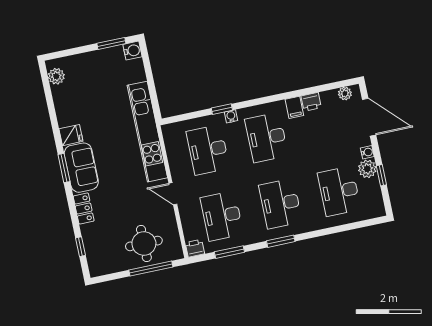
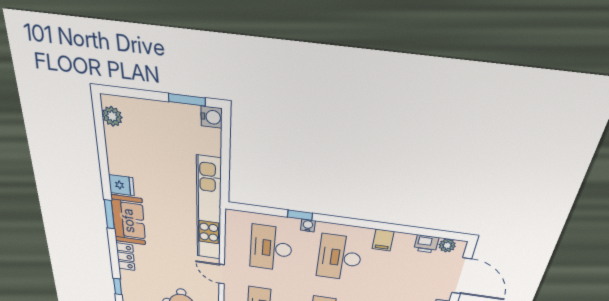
printer: (311, 102) -> (426, 244), moved

